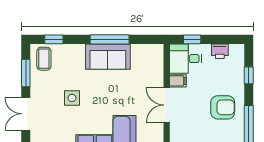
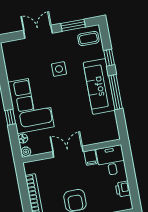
window: (54, 39) -> (109, 58), moved
window: (192, 39) -> (129, 163), removed
sofa: (108, 57) -> (99, 86), width x1.36

